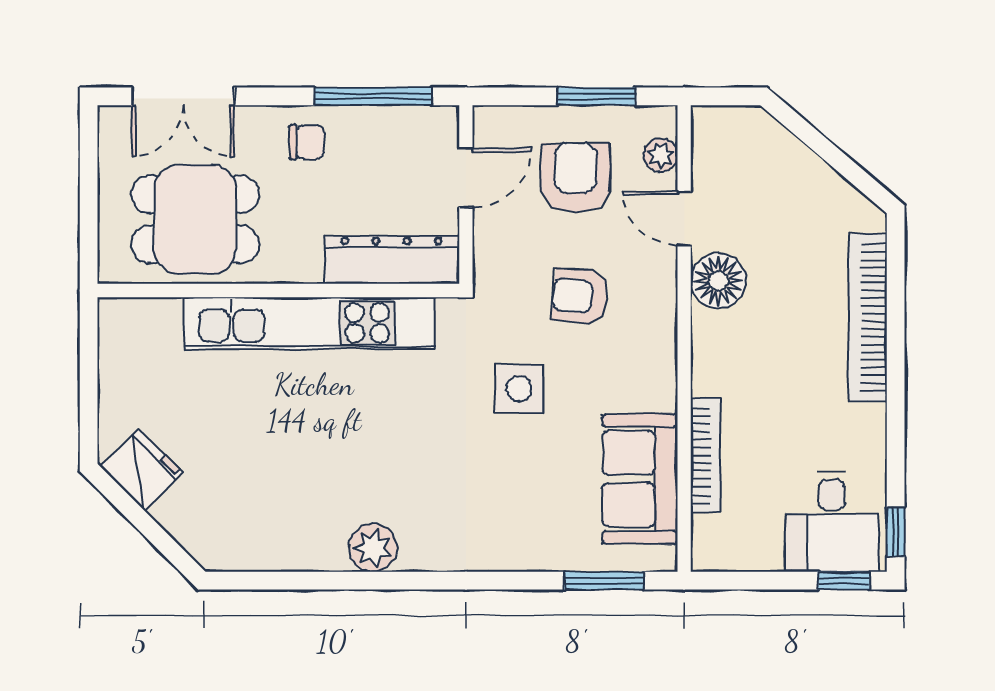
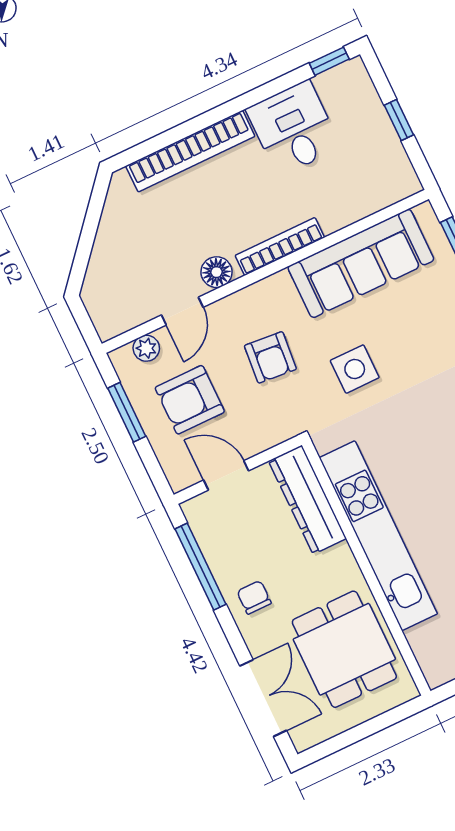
floor lamp: (718, 281) -> (217, 272), width x0.73, depth x0.73
bookcase: (705, 455) -> (280, 246), moved
sofa: (640, 479) -> (361, 263), width x1.36
desk: (832, 522) -> (294, 128), moved, turned -90
window: (844, 581) -> (399, 120), moved

